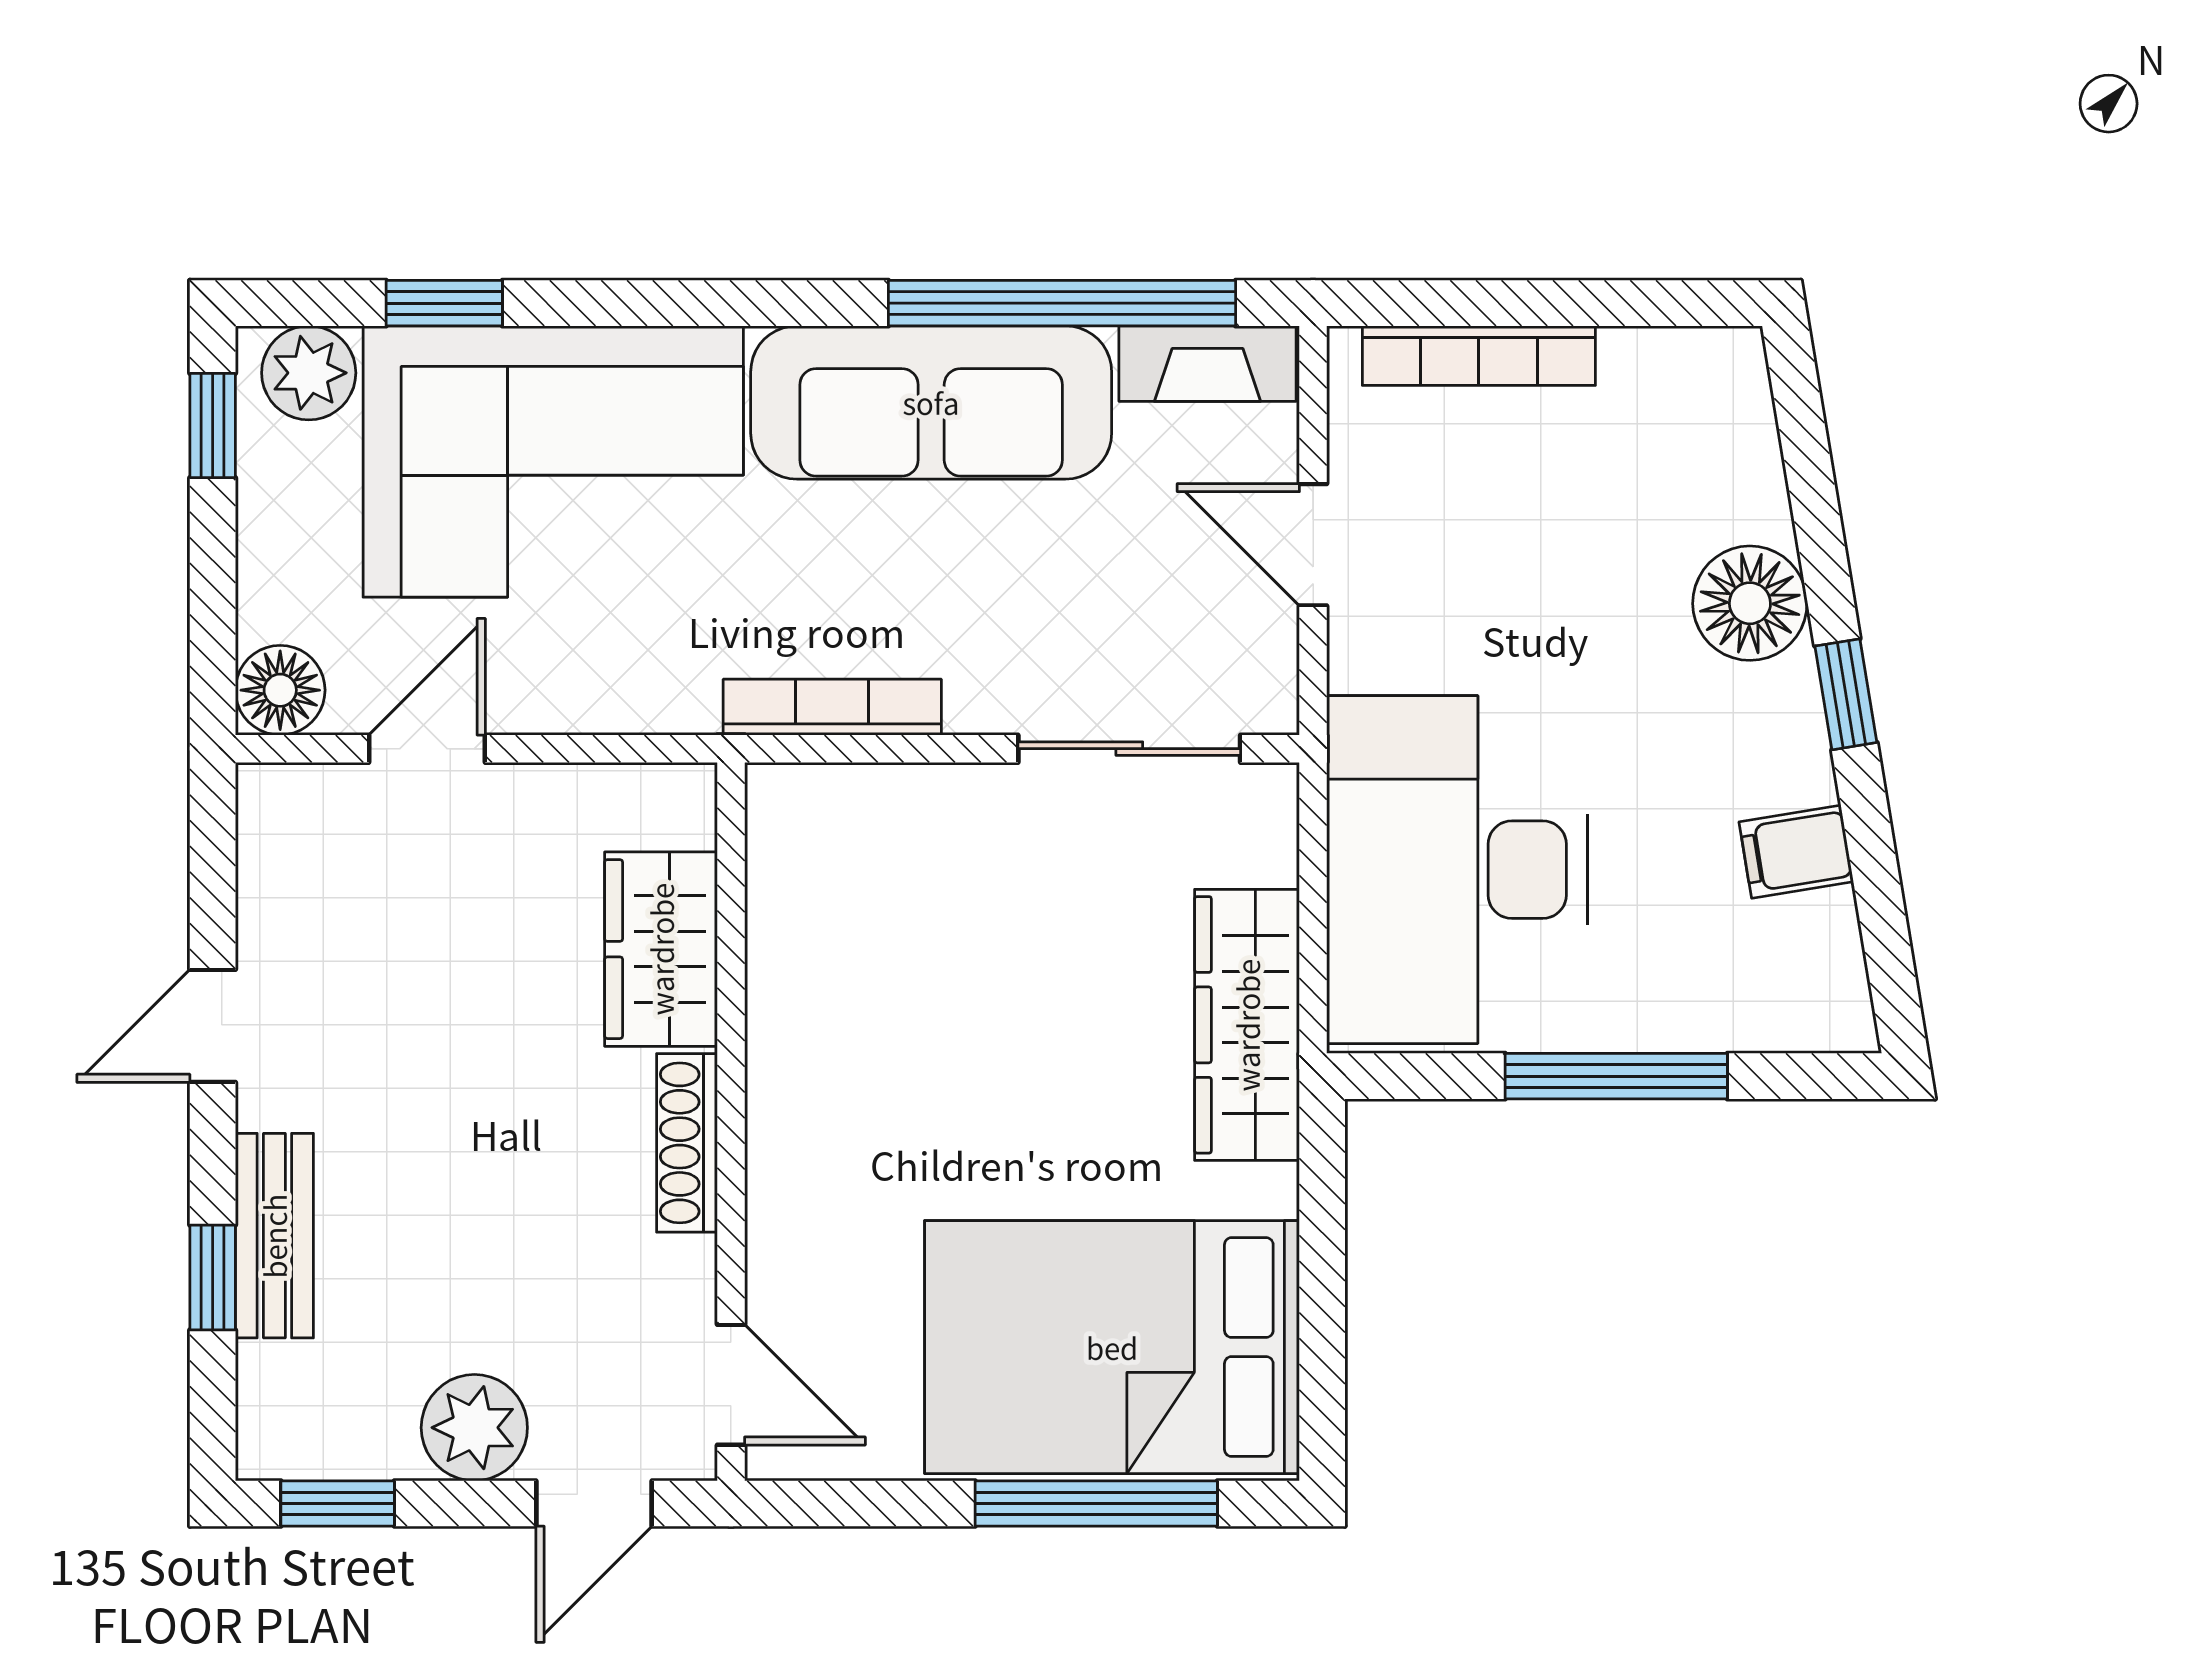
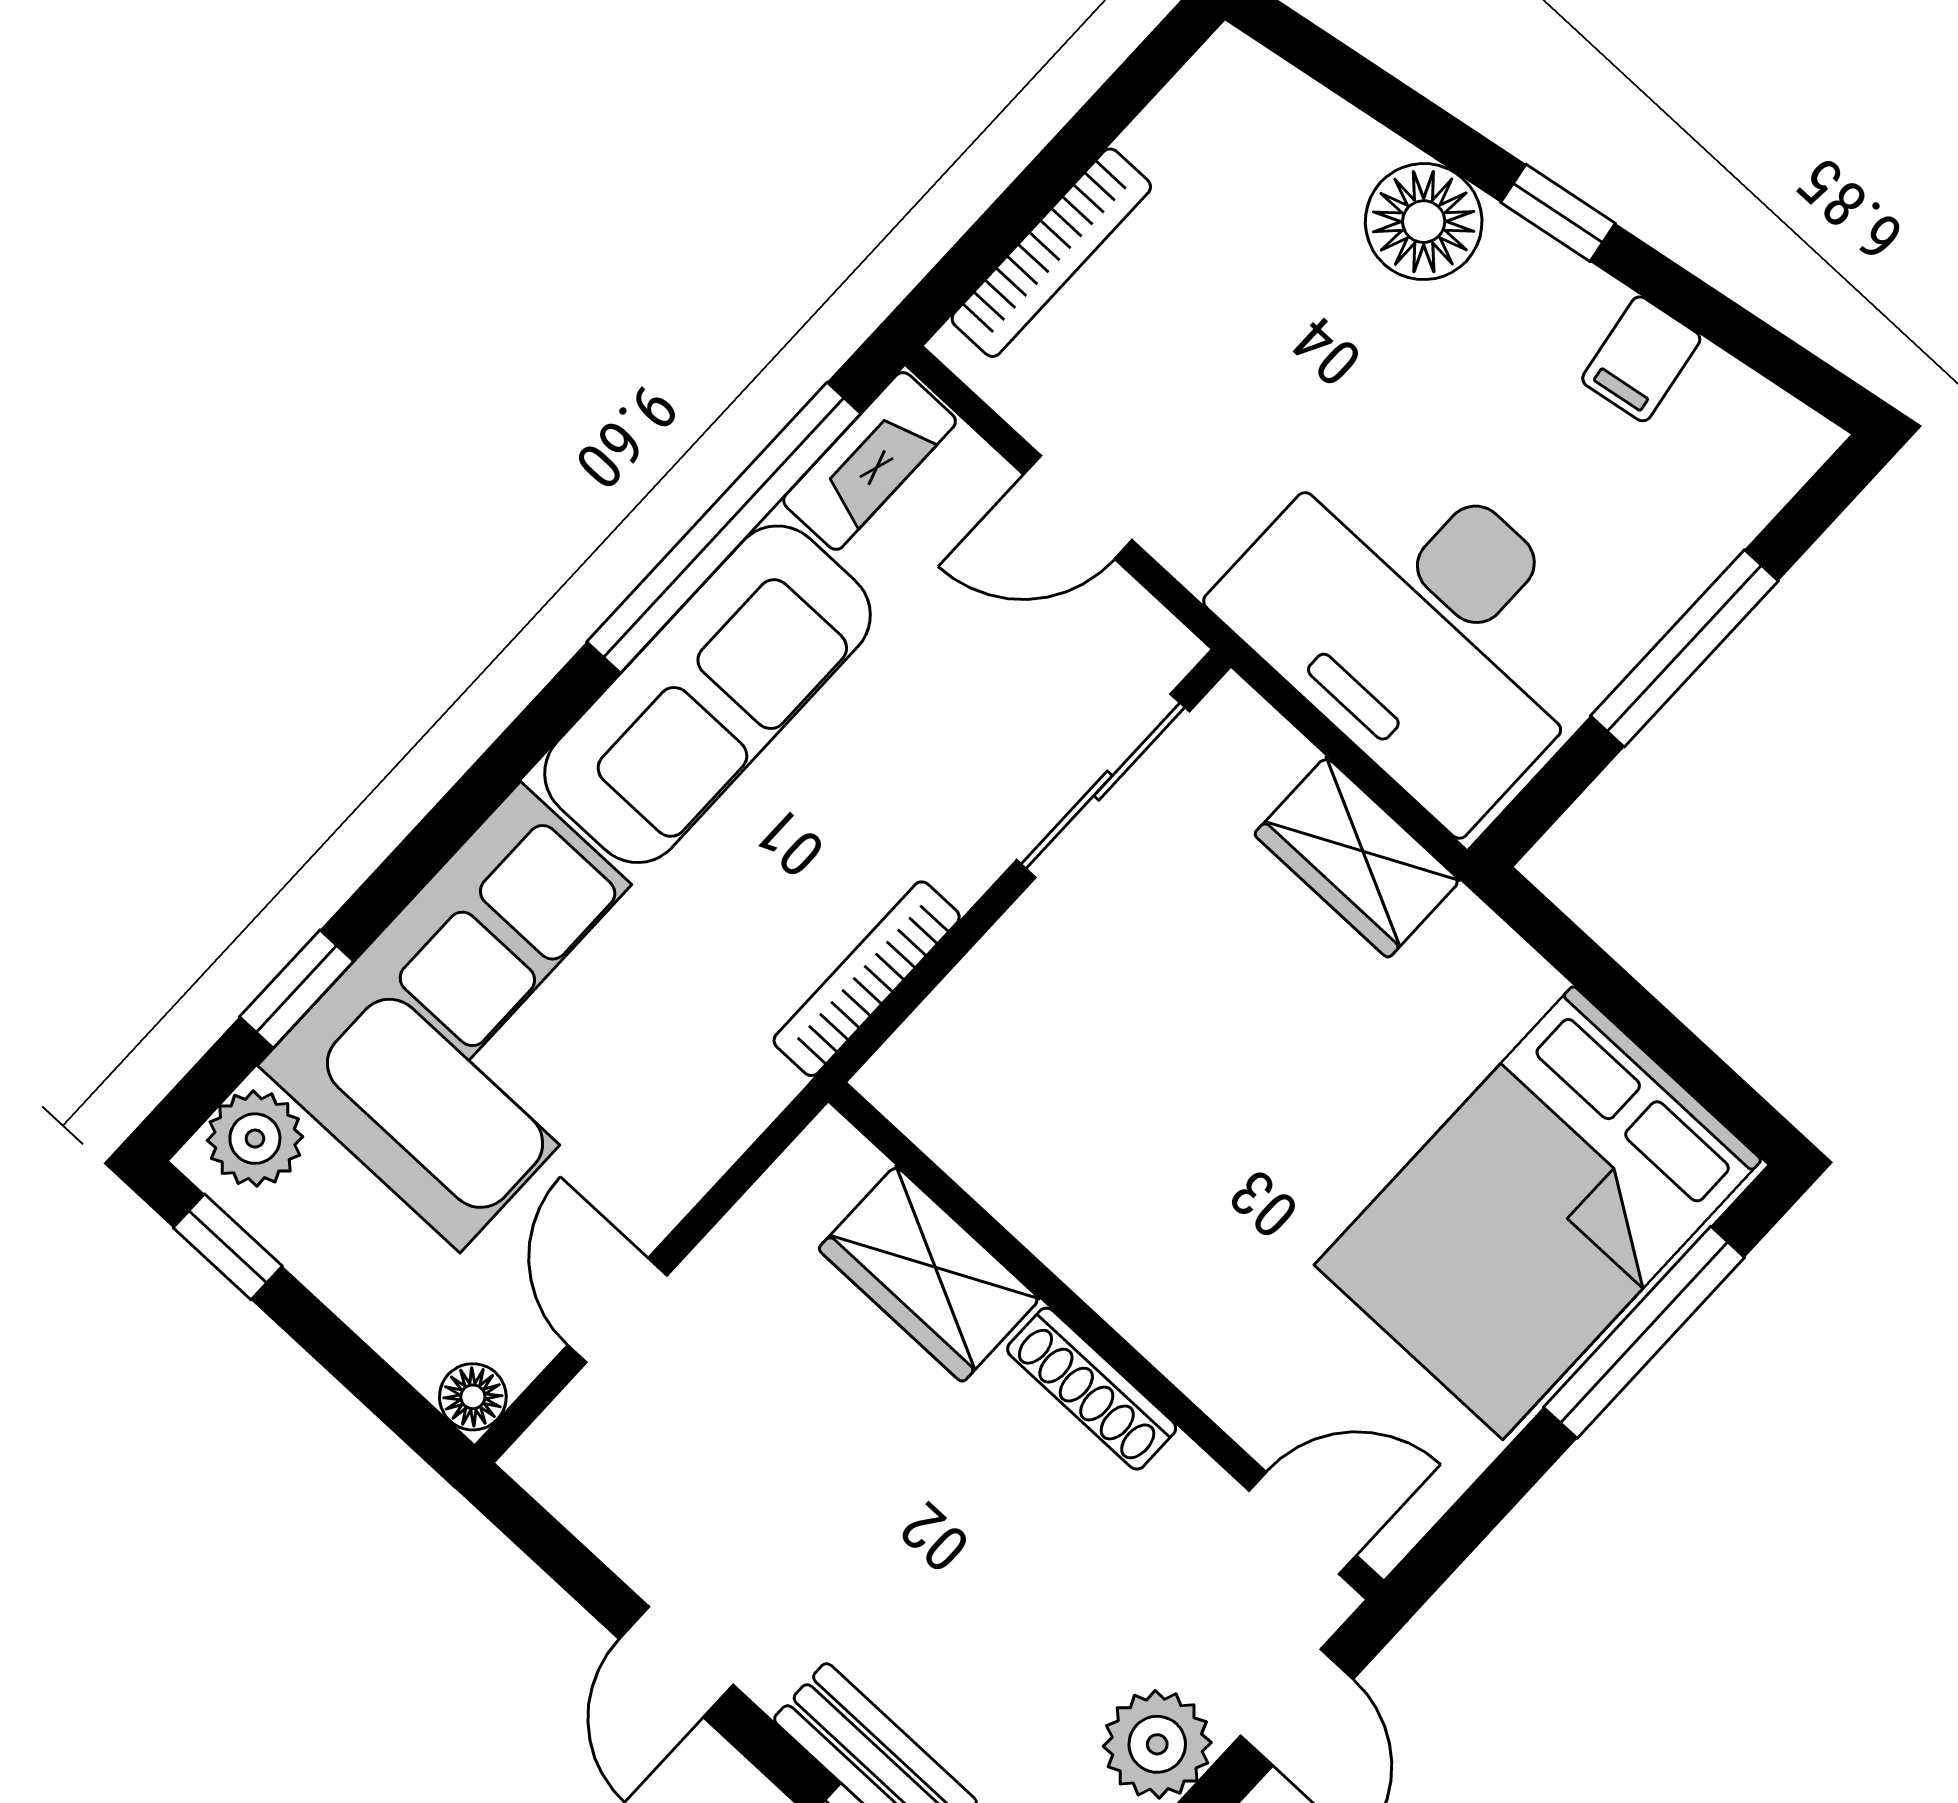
floor lamp: (280, 690) -> (473, 1397), width x0.73, depth x0.73
wardrobe: (1247, 1025) -> (1357, 858), width x0.67

